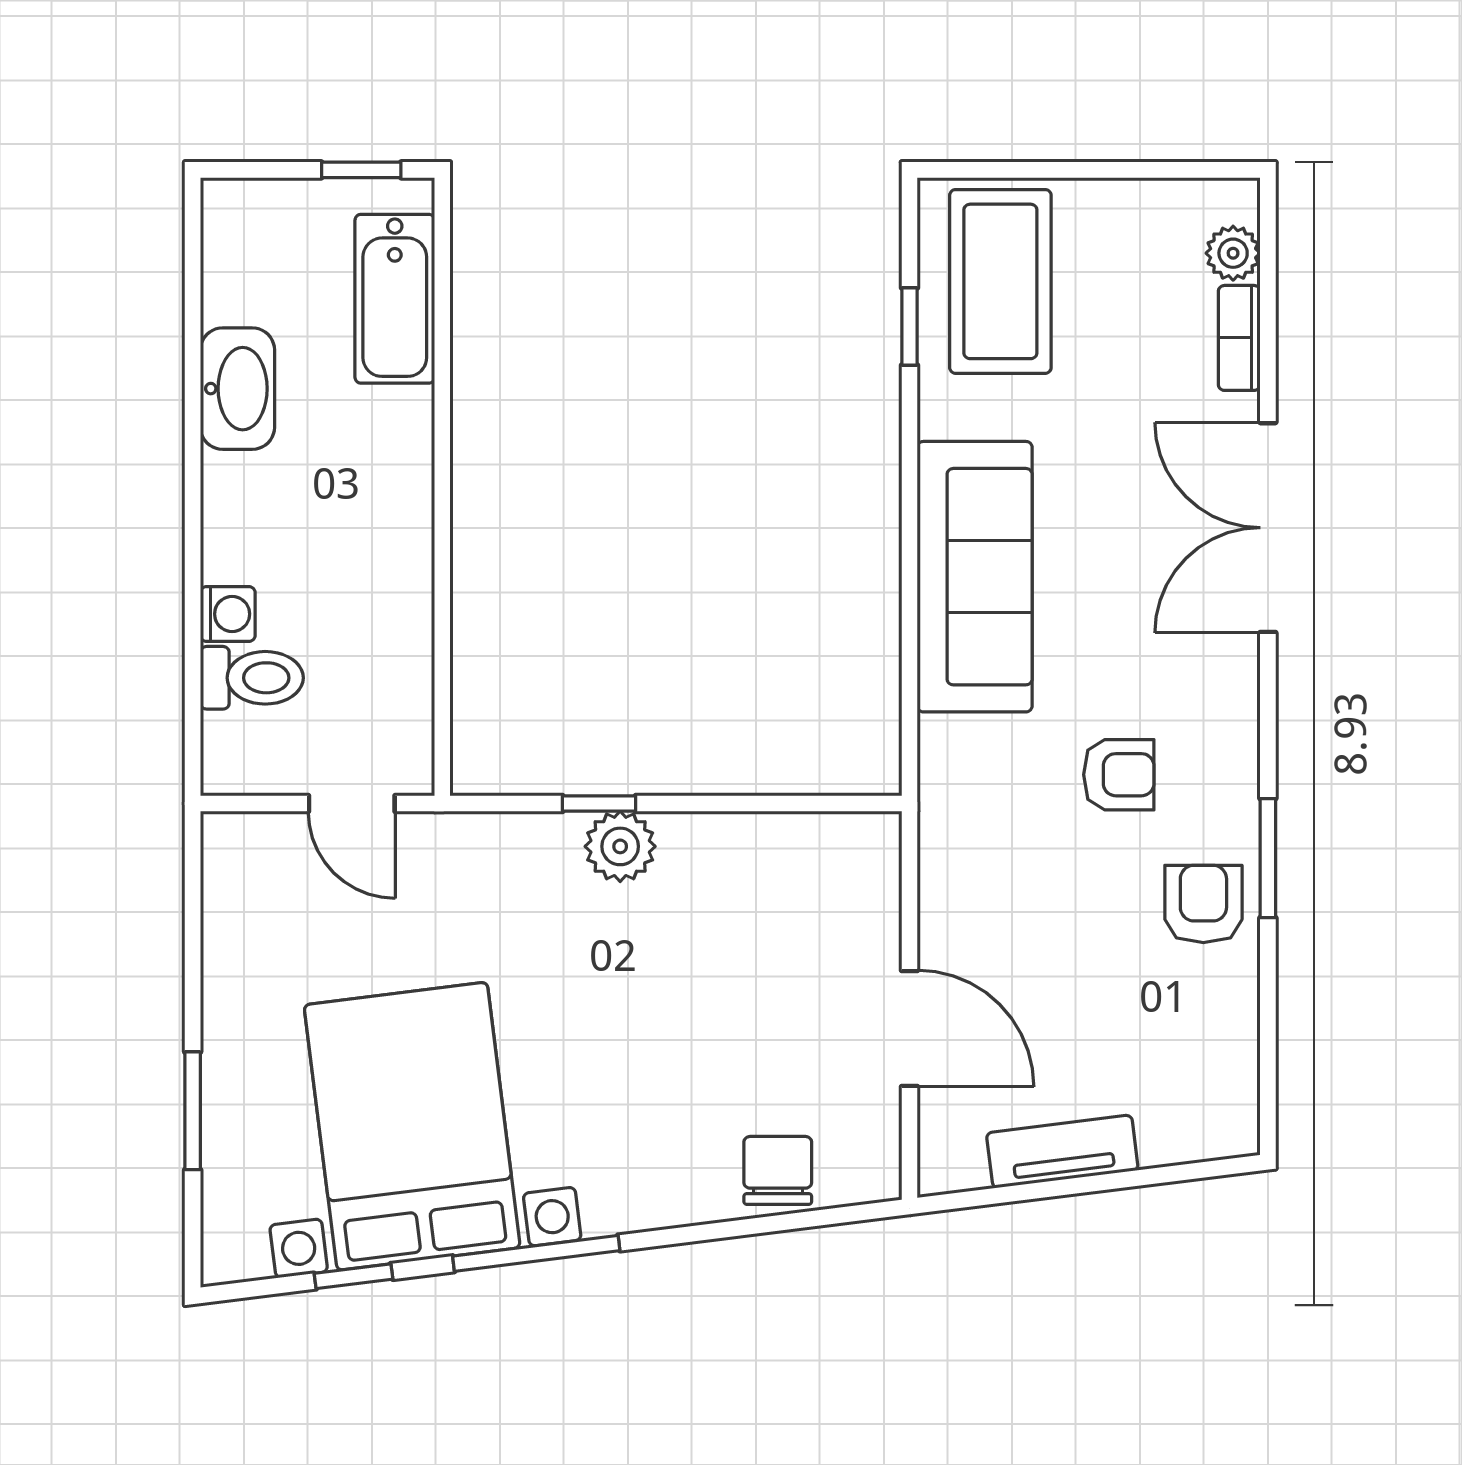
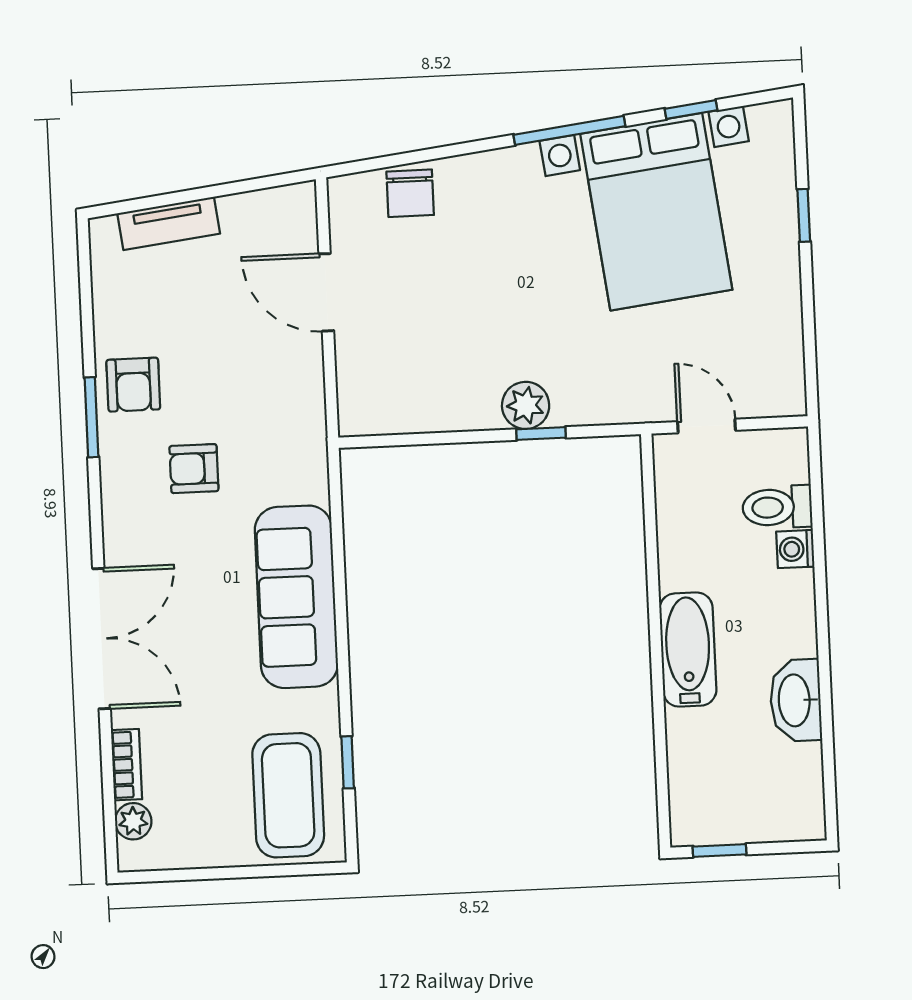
bathtub: (395, 299) -> (688, 650), moved
window: (193, 1111) -> (804, 215), width x0.67
tv unit: (1062, 1152) -> (169, 223), moved

